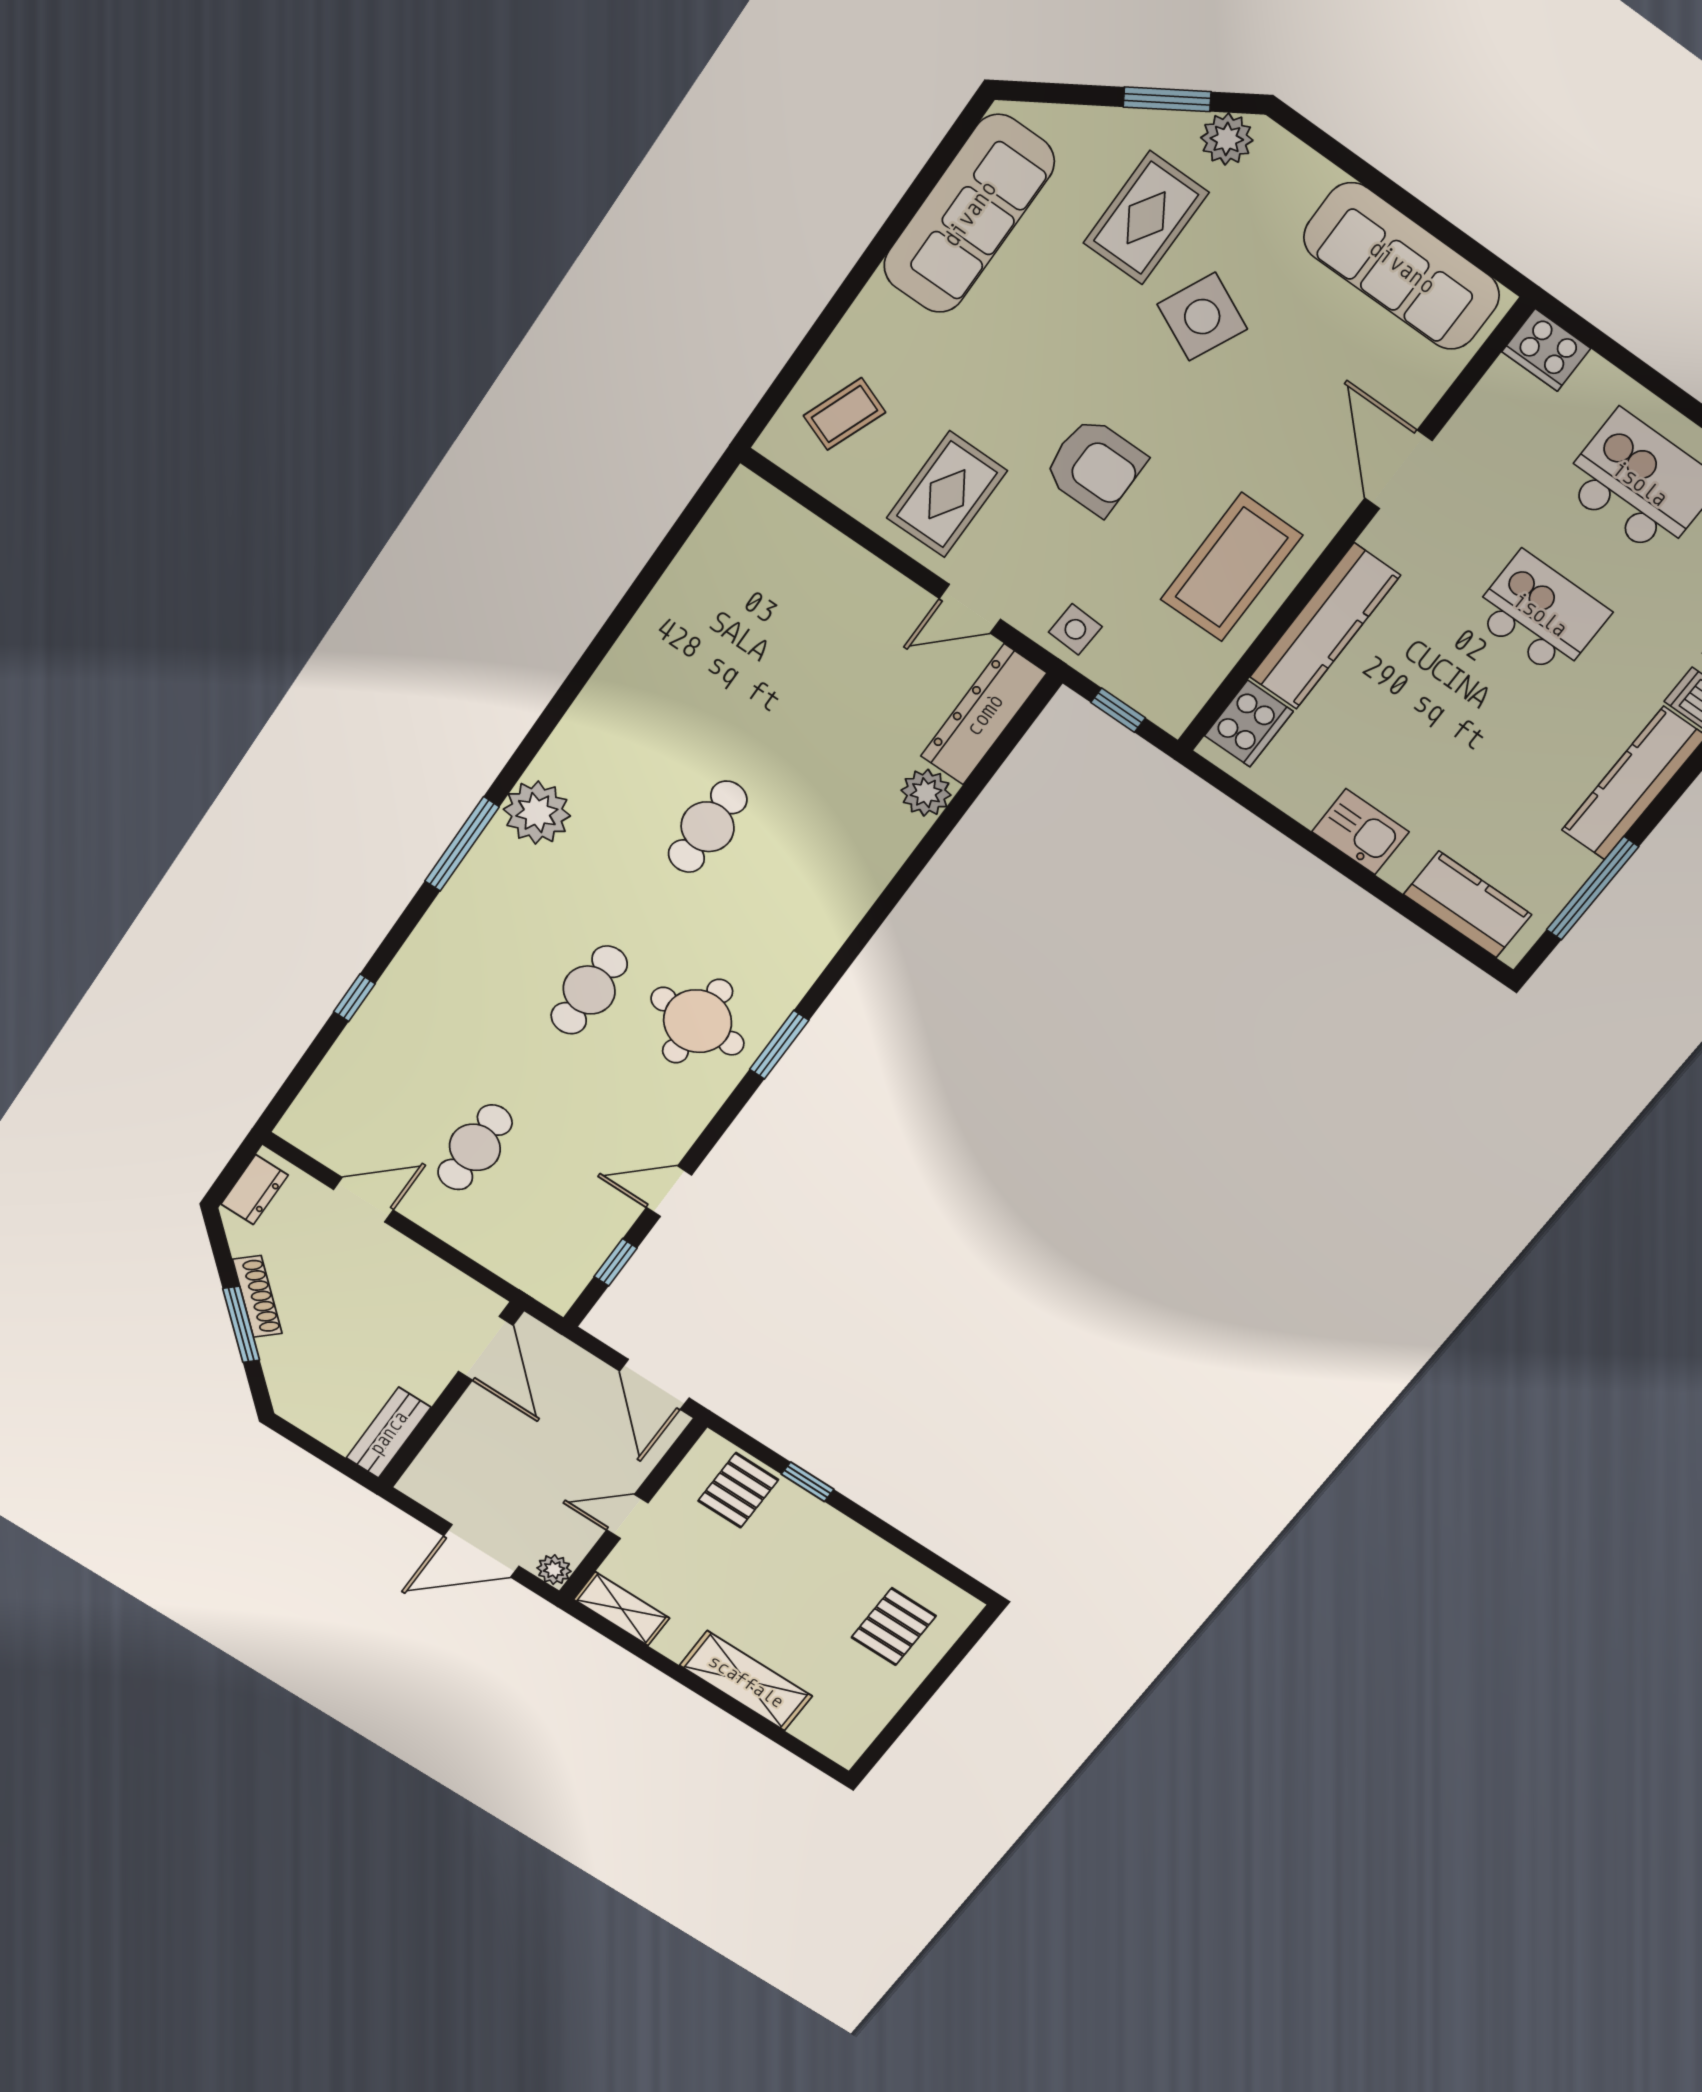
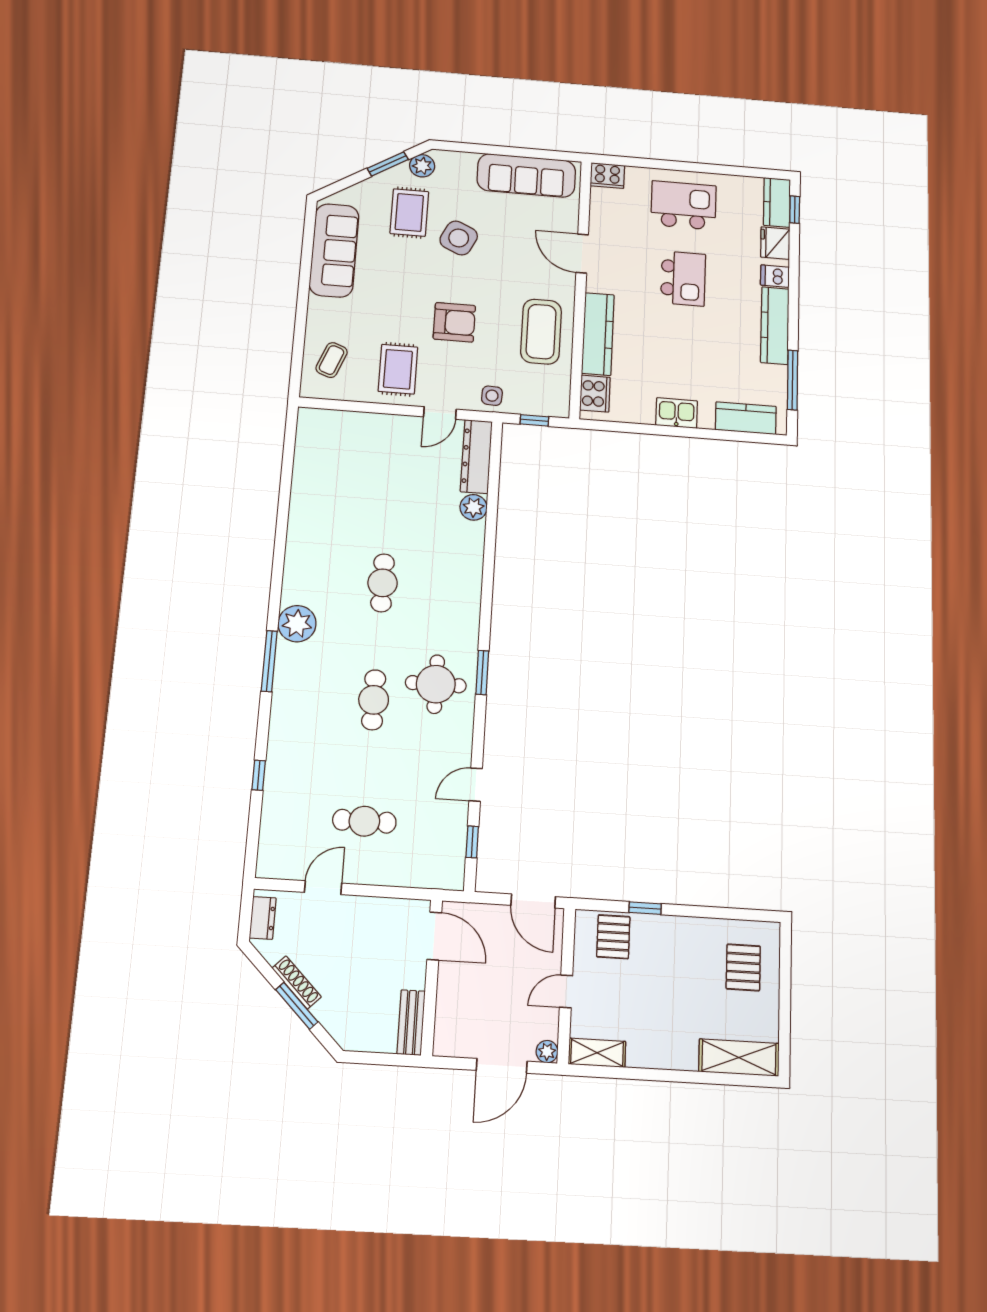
kitchen island: (1540, 614) -> (683, 278), turned 90
cafe table: (475, 1147) -> (364, 821), turned 90
shelving: (746, 1681) -> (739, 1058), moved

